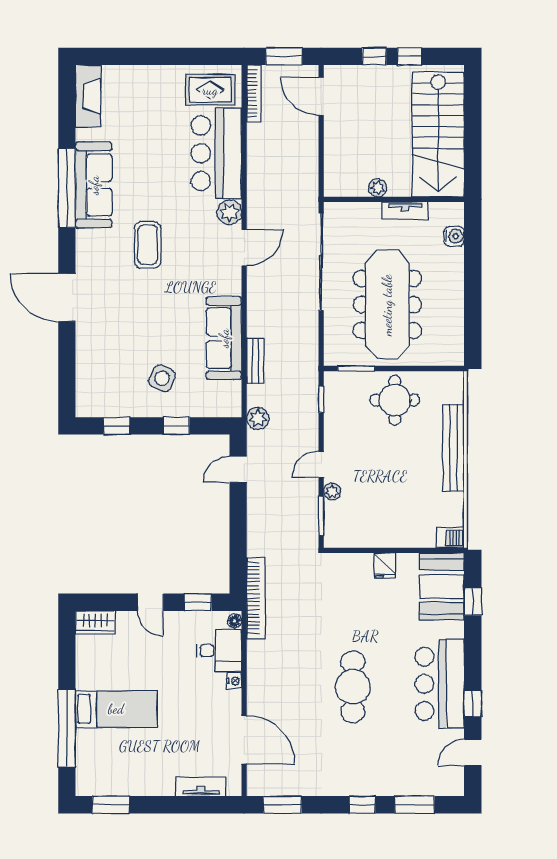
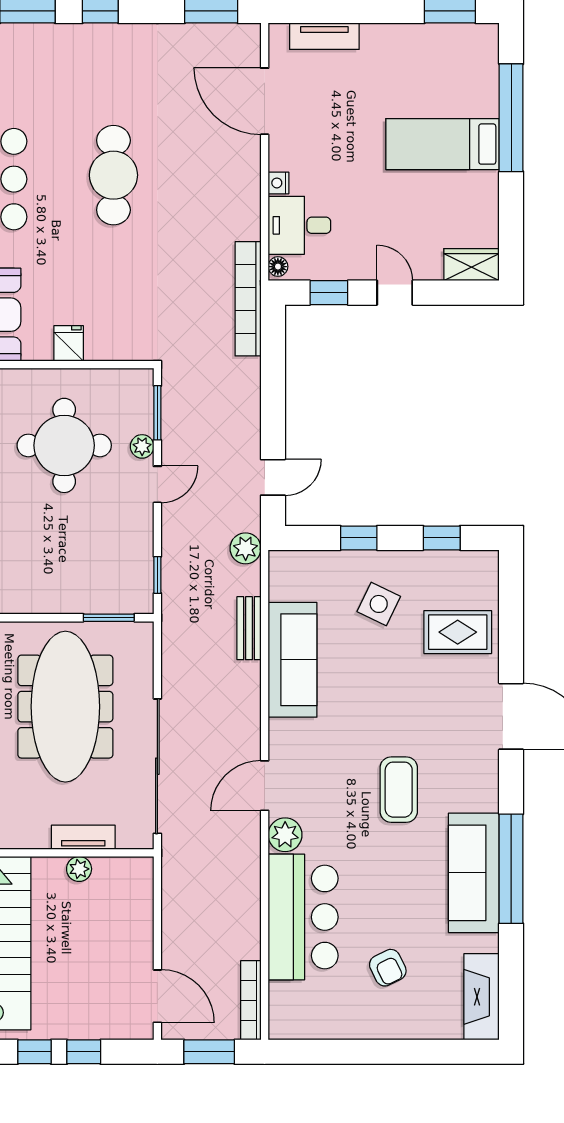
rug: (210, 90) -> (458, 632), moved
armchair: (155, 117) -> (388, 968), added
tv unit: (405, 211) -> (83, 837), moved
round table: (395, 400) -> (64, 445), moved, width x1.36, depth x1.36

